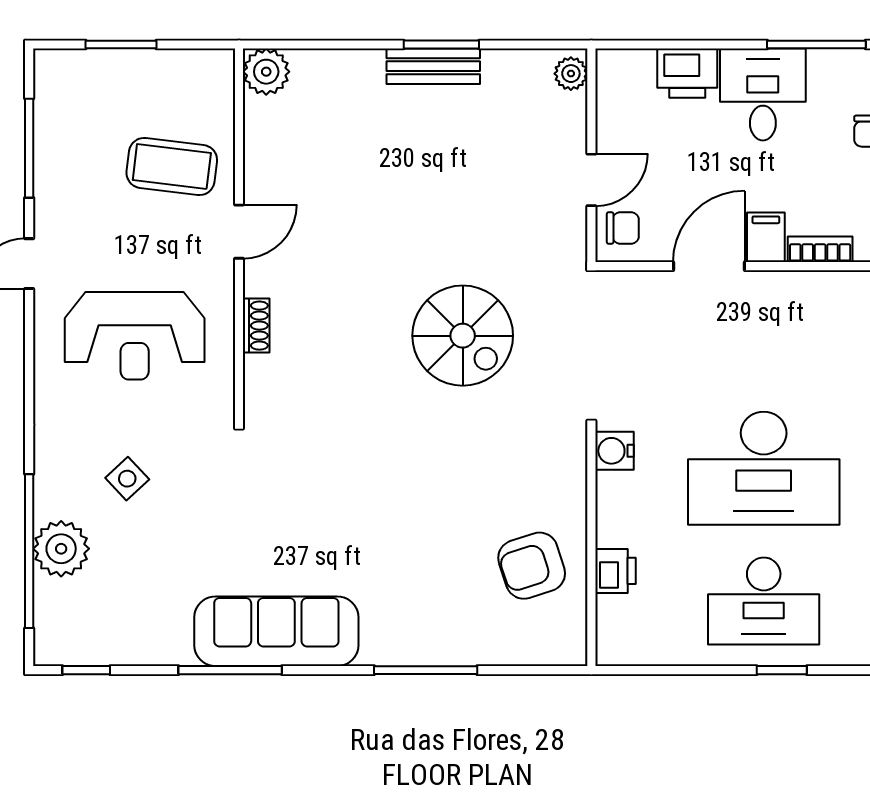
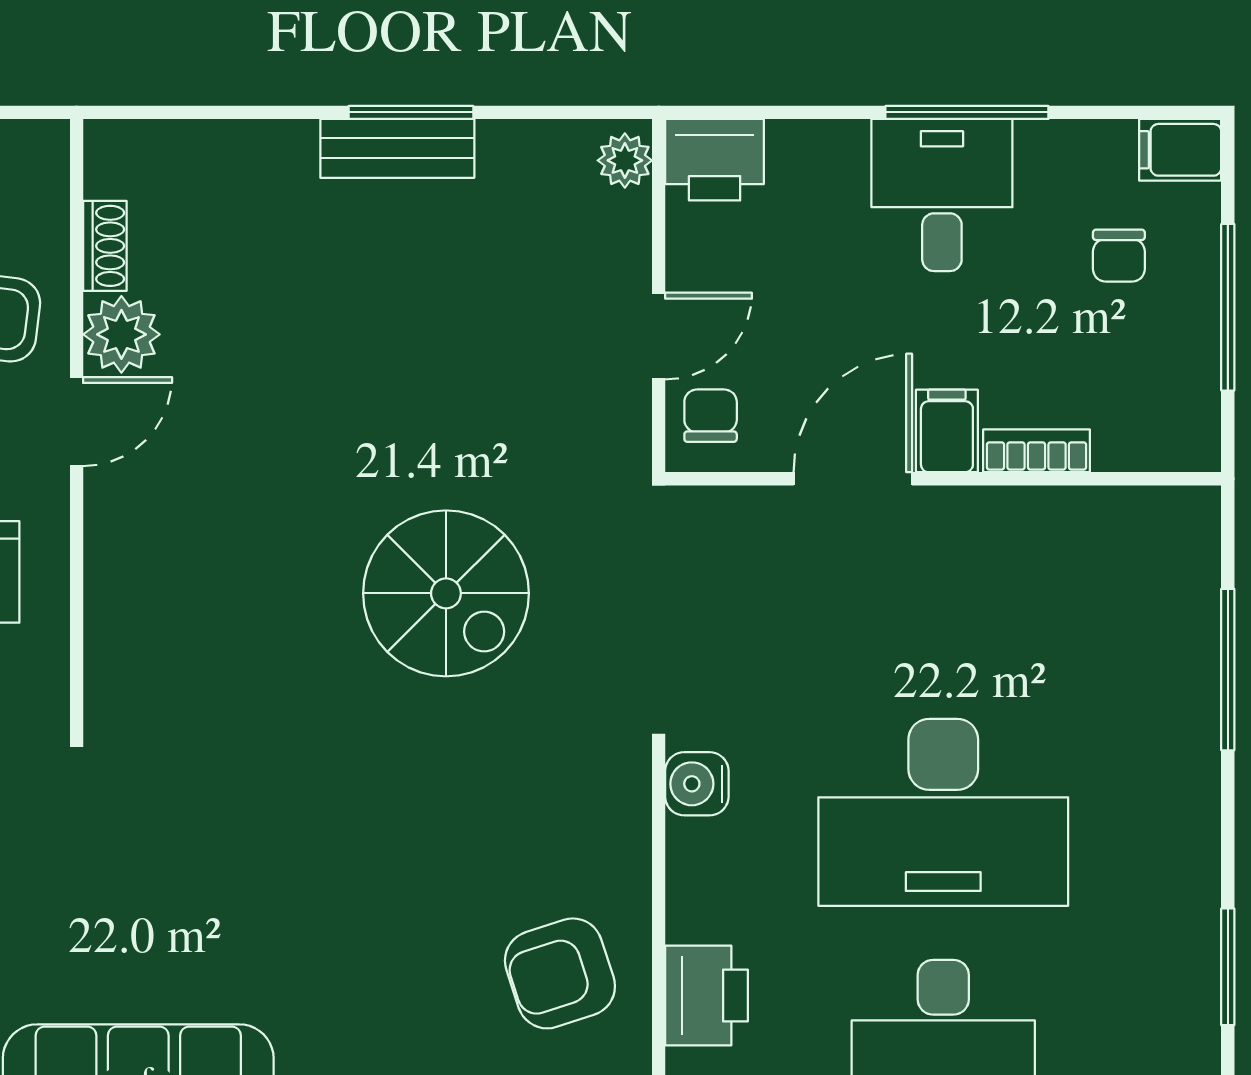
window: (816, 44) -> (967, 112), moved
plant: (266, 72) -> (121, 334), moved
printer: (687, 73) -> (715, 160), moved
chair: (623, 228) -> (711, 416), turned -90
shoe rack: (256, 326) -> (105, 246), moved
printer: (616, 571) -> (707, 995), width x1.36, depth x1.24

